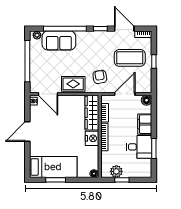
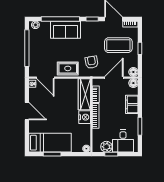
sofa: (59, 41) -> (66, 30), moved
floor lamp: (147, 88) -> (133, 72), added
door: (27, 132) -> (27, 111), swing flipped
desk: (139, 147) -> (123, 141), moved, turned 90

